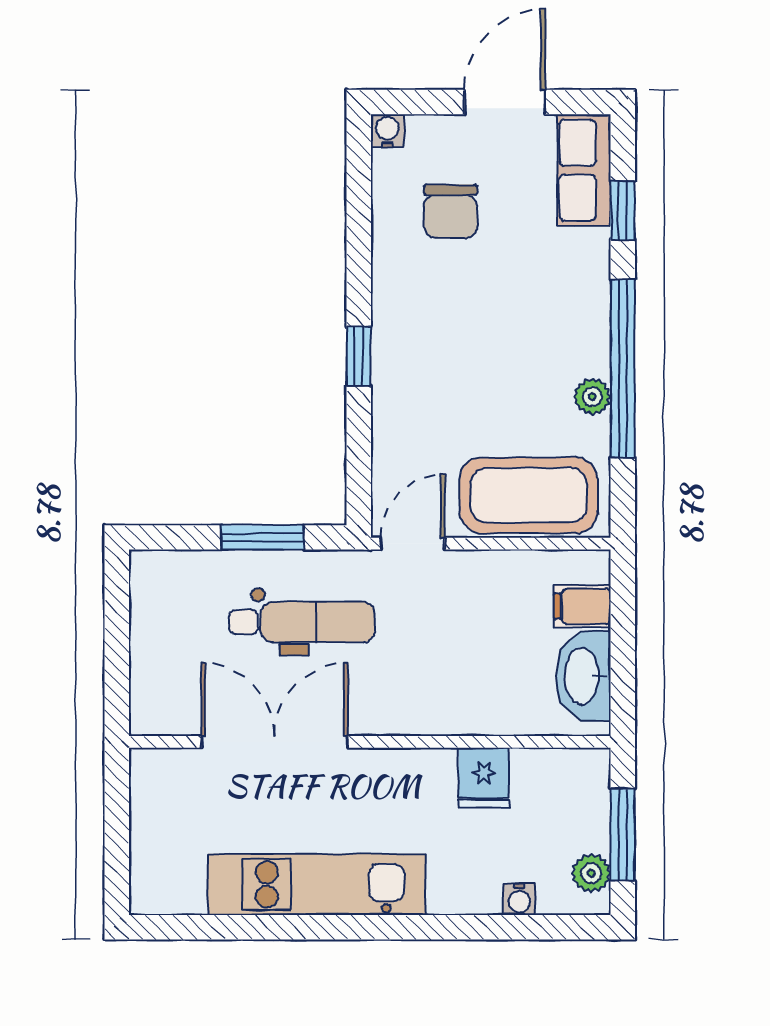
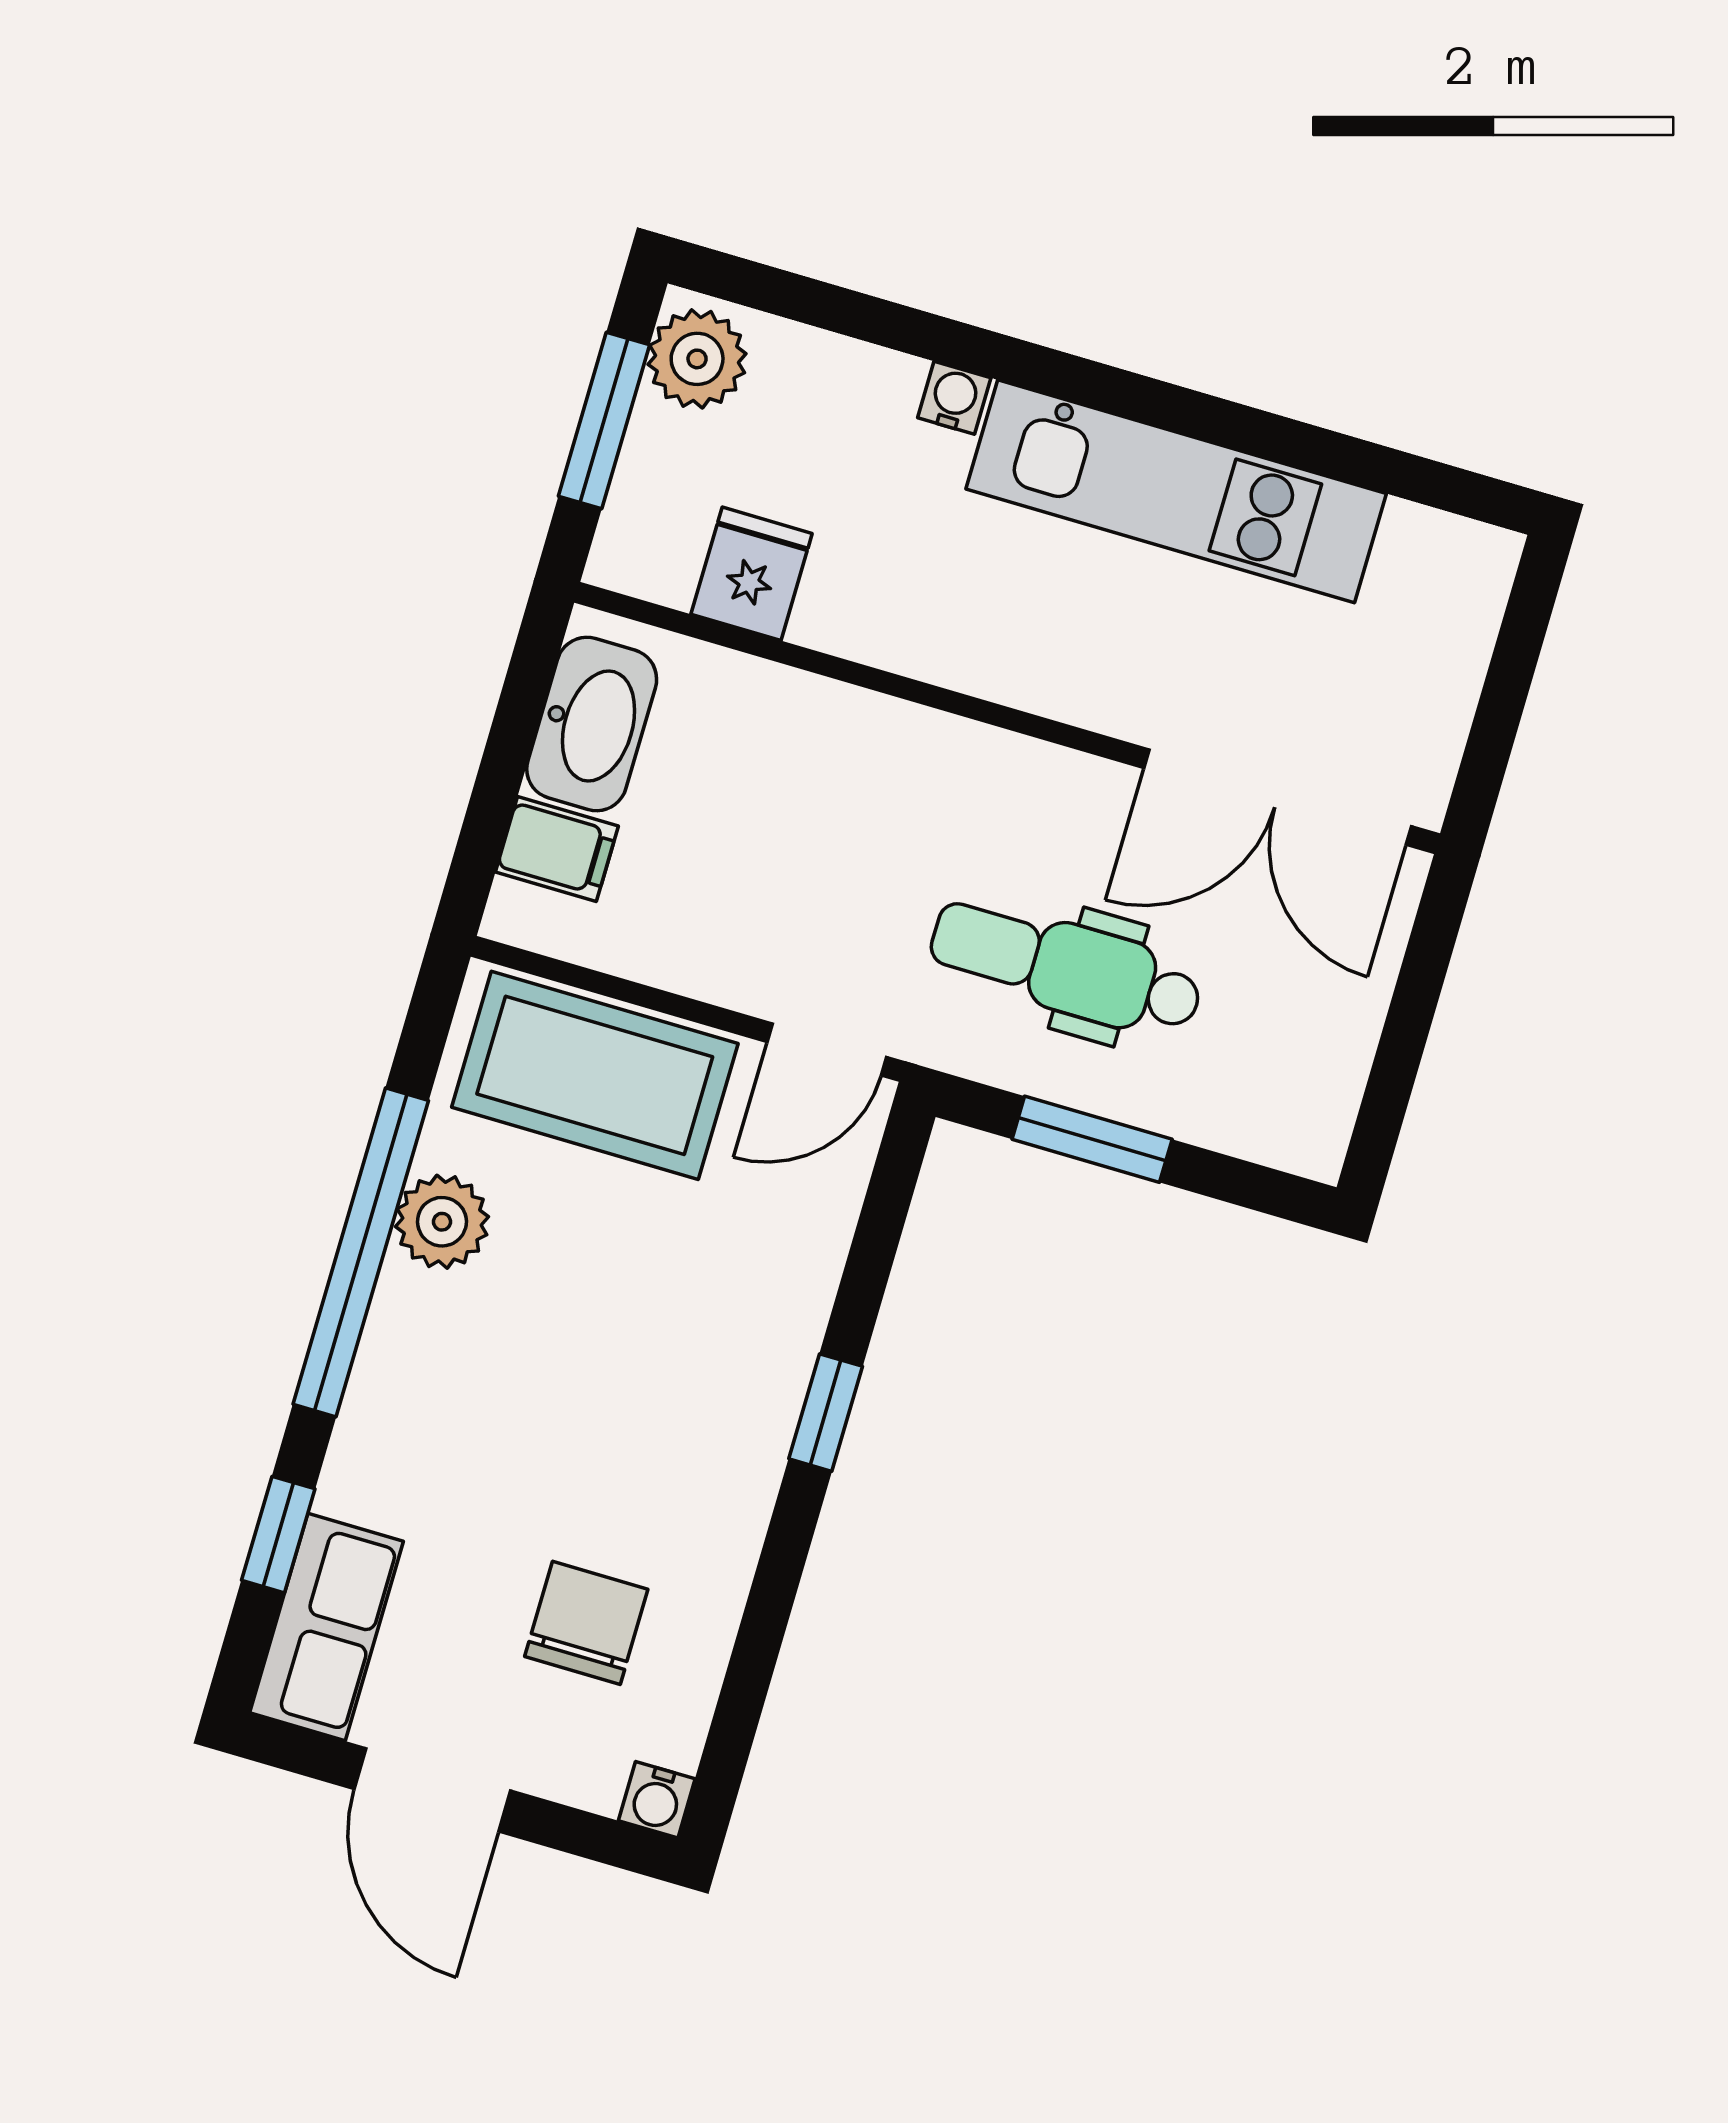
door: (505, 102) -> (432, 1790), hinge flipped
plant: (592, 397) -> (442, 1222), width x1.38, depth x1.38
double door: (275, 742) -> (1278, 797), moved
fridge: (484, 778) -> (752, 574), moved
plant: (591, 873) -> (697, 359), width x1.38, depth x1.38
water cooler: (519, 899) -> (954, 398), moved

